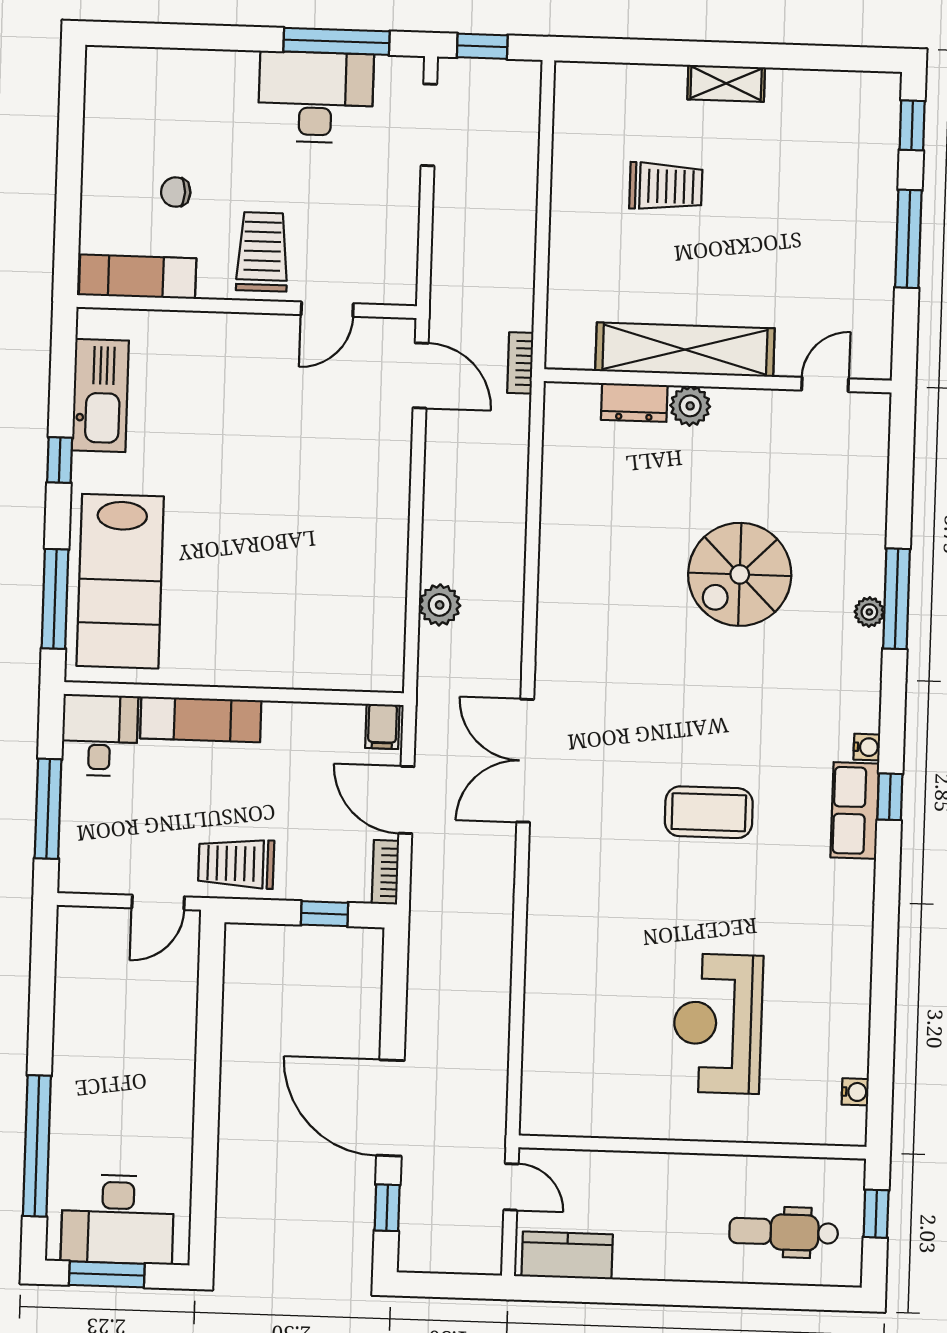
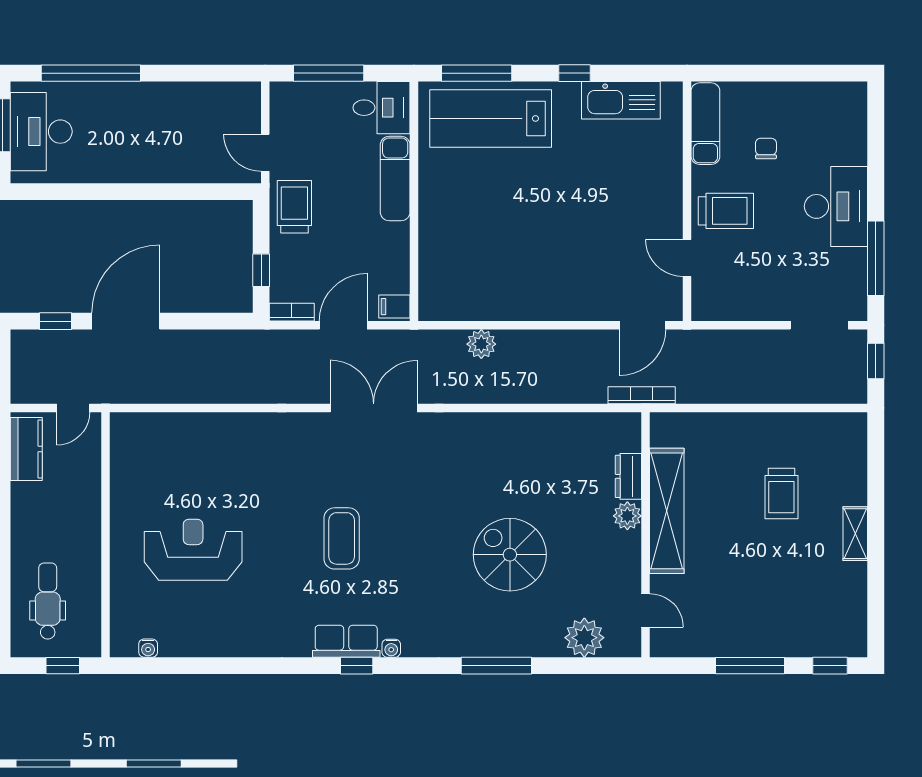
desk: (316, 97) -> (836, 206), moved
bookcase: (520, 363) -> (642, 395), width x1.56
plant: (869, 612) -> (584, 638), moved, width x1.88, depth x1.88

